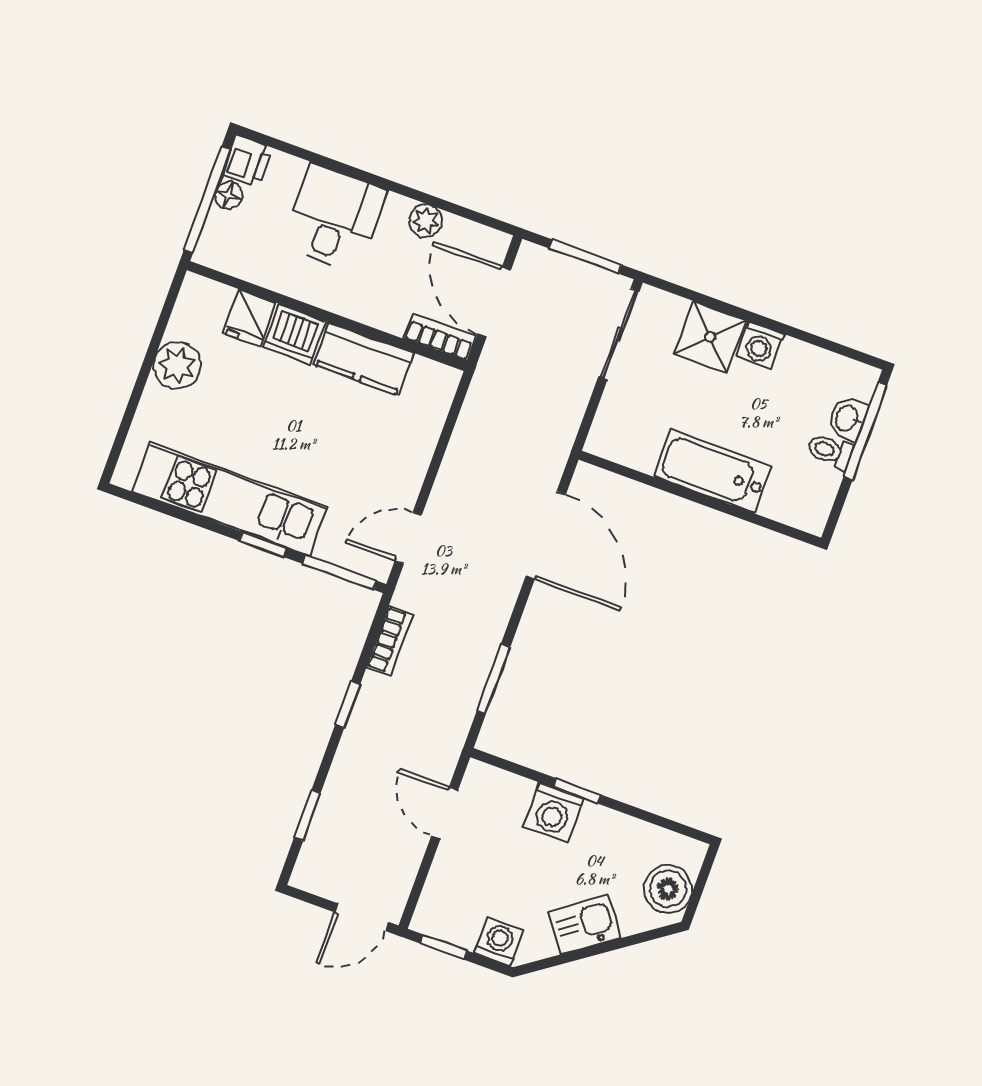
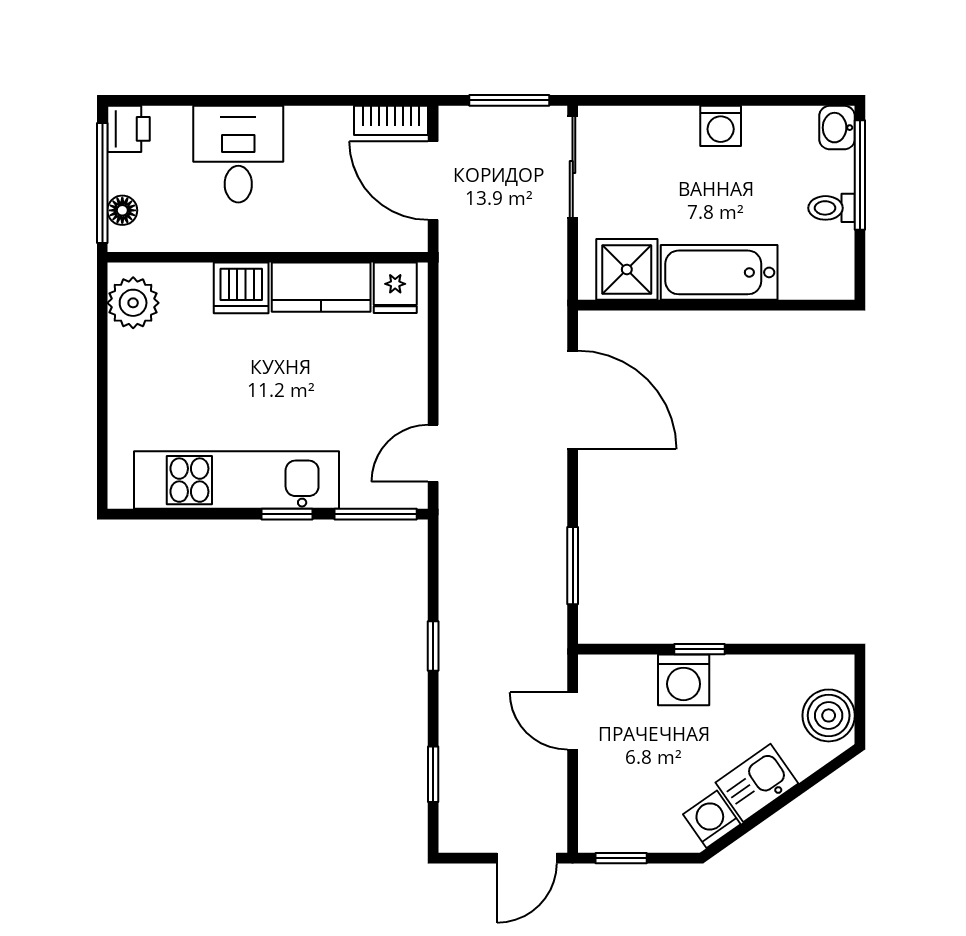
floor lamp: (229, 195) -> (122, 210), moved
plant: (425, 221) -> (333, 124), removed
fridge: (249, 318) -> (395, 288), moved
shower: (710, 337) -> (627, 269), moved
bookcase: (440, 338) -> (391, 120), moved, turned 180
plant: (177, 365) -> (133, 303), moved
washbasin: (847, 418) -> (837, 128), moved
bookcase: (390, 641) -> (453, 566), removed
washing machine: (499, 942) -> (712, 819), moved, turned -35

